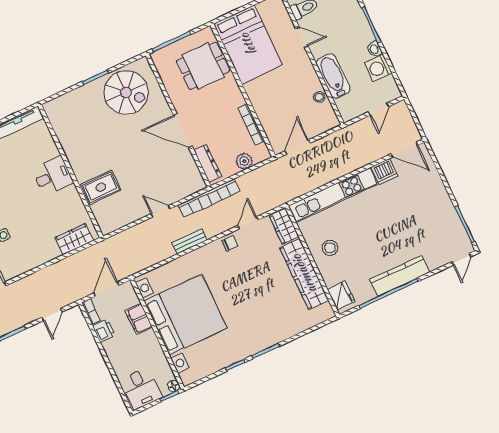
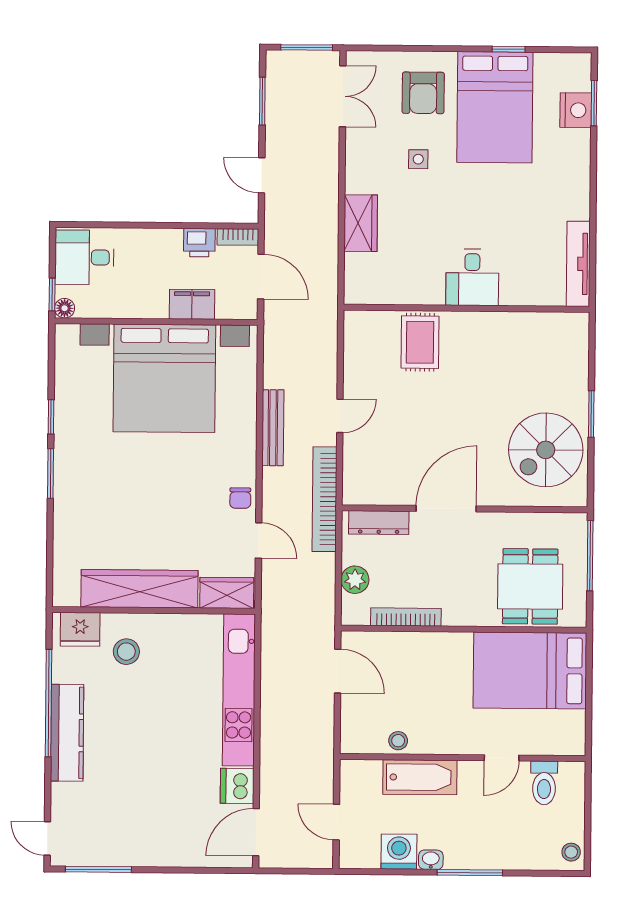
wardrobe: (74, 239) -> (361, 223), moved
bench: (189, 241) -> (273, 428), width x1.36
stool: (330, 248) -> (126, 652), moved

